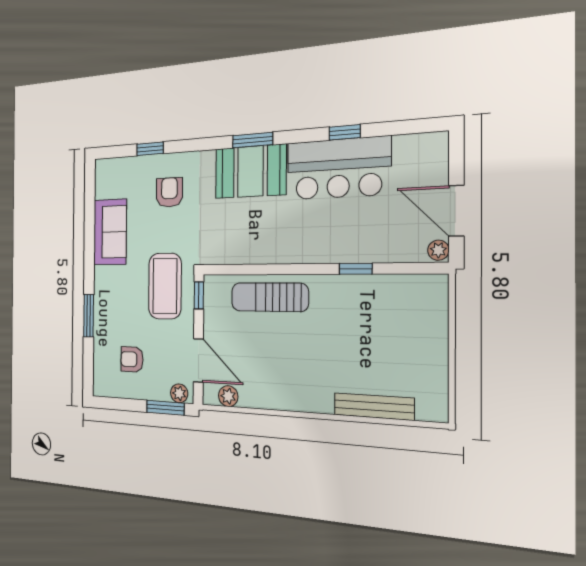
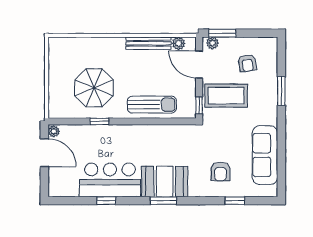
sofa: (110, 232) -> (265, 155), width x1.36
coffee table: (165, 286) -> (226, 96), moved, turned 90
parasol: (365, 328) -> (94, 88), added
armchair: (132, 359) -> (247, 63), turned 81
bench: (374, 407) -> (148, 43), moved

